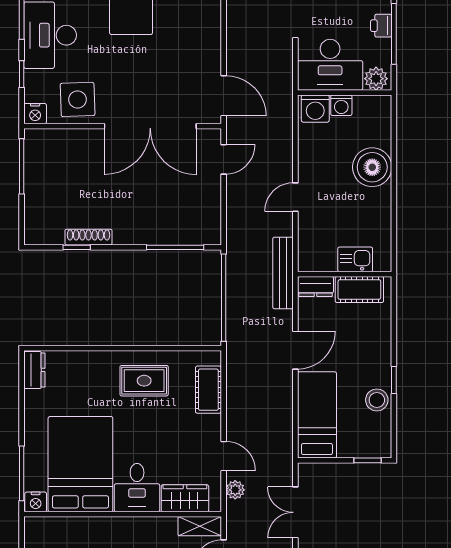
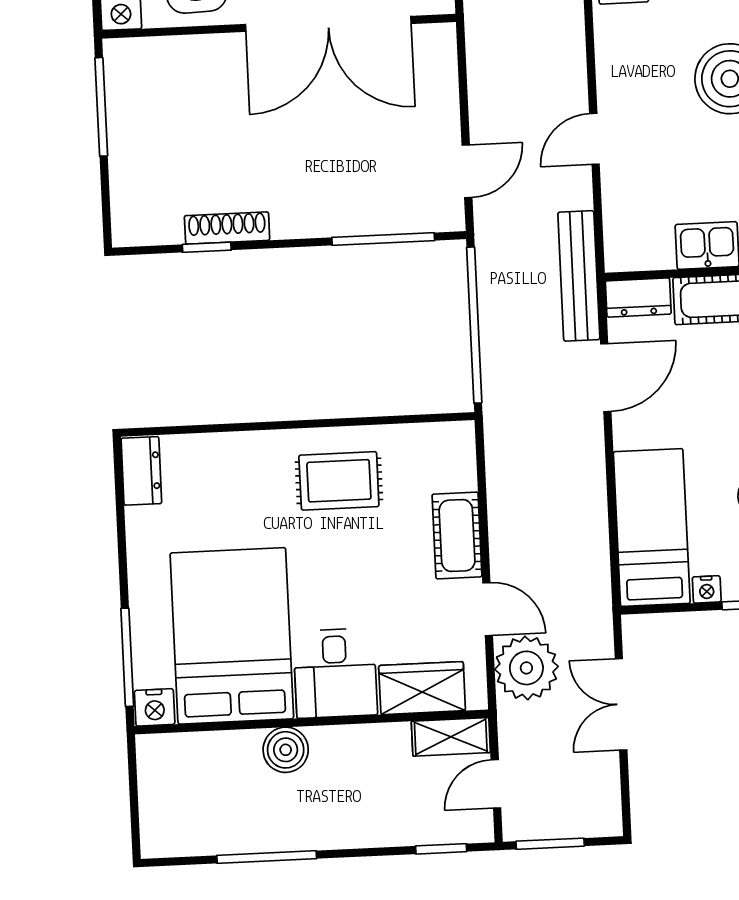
door: (224, 159) -> (467, 171), moved
door: (295, 350) -> (606, 378), moved
cot: (208, 390) -> (457, 535), moved
nightstand: (346, 451) -> (707, 589), added
plant: (235, 490) -> (526, 668), width x1.88, depth x1.88
boiler: (107, 529) -> (286, 750), added

